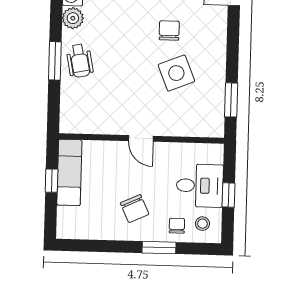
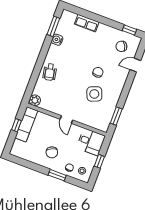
plant: (73, 18) -> (35, 100), moved
window: (55, 61) -> (38, 68), removed
desk: (200, 186) -> (91, 142), moved

